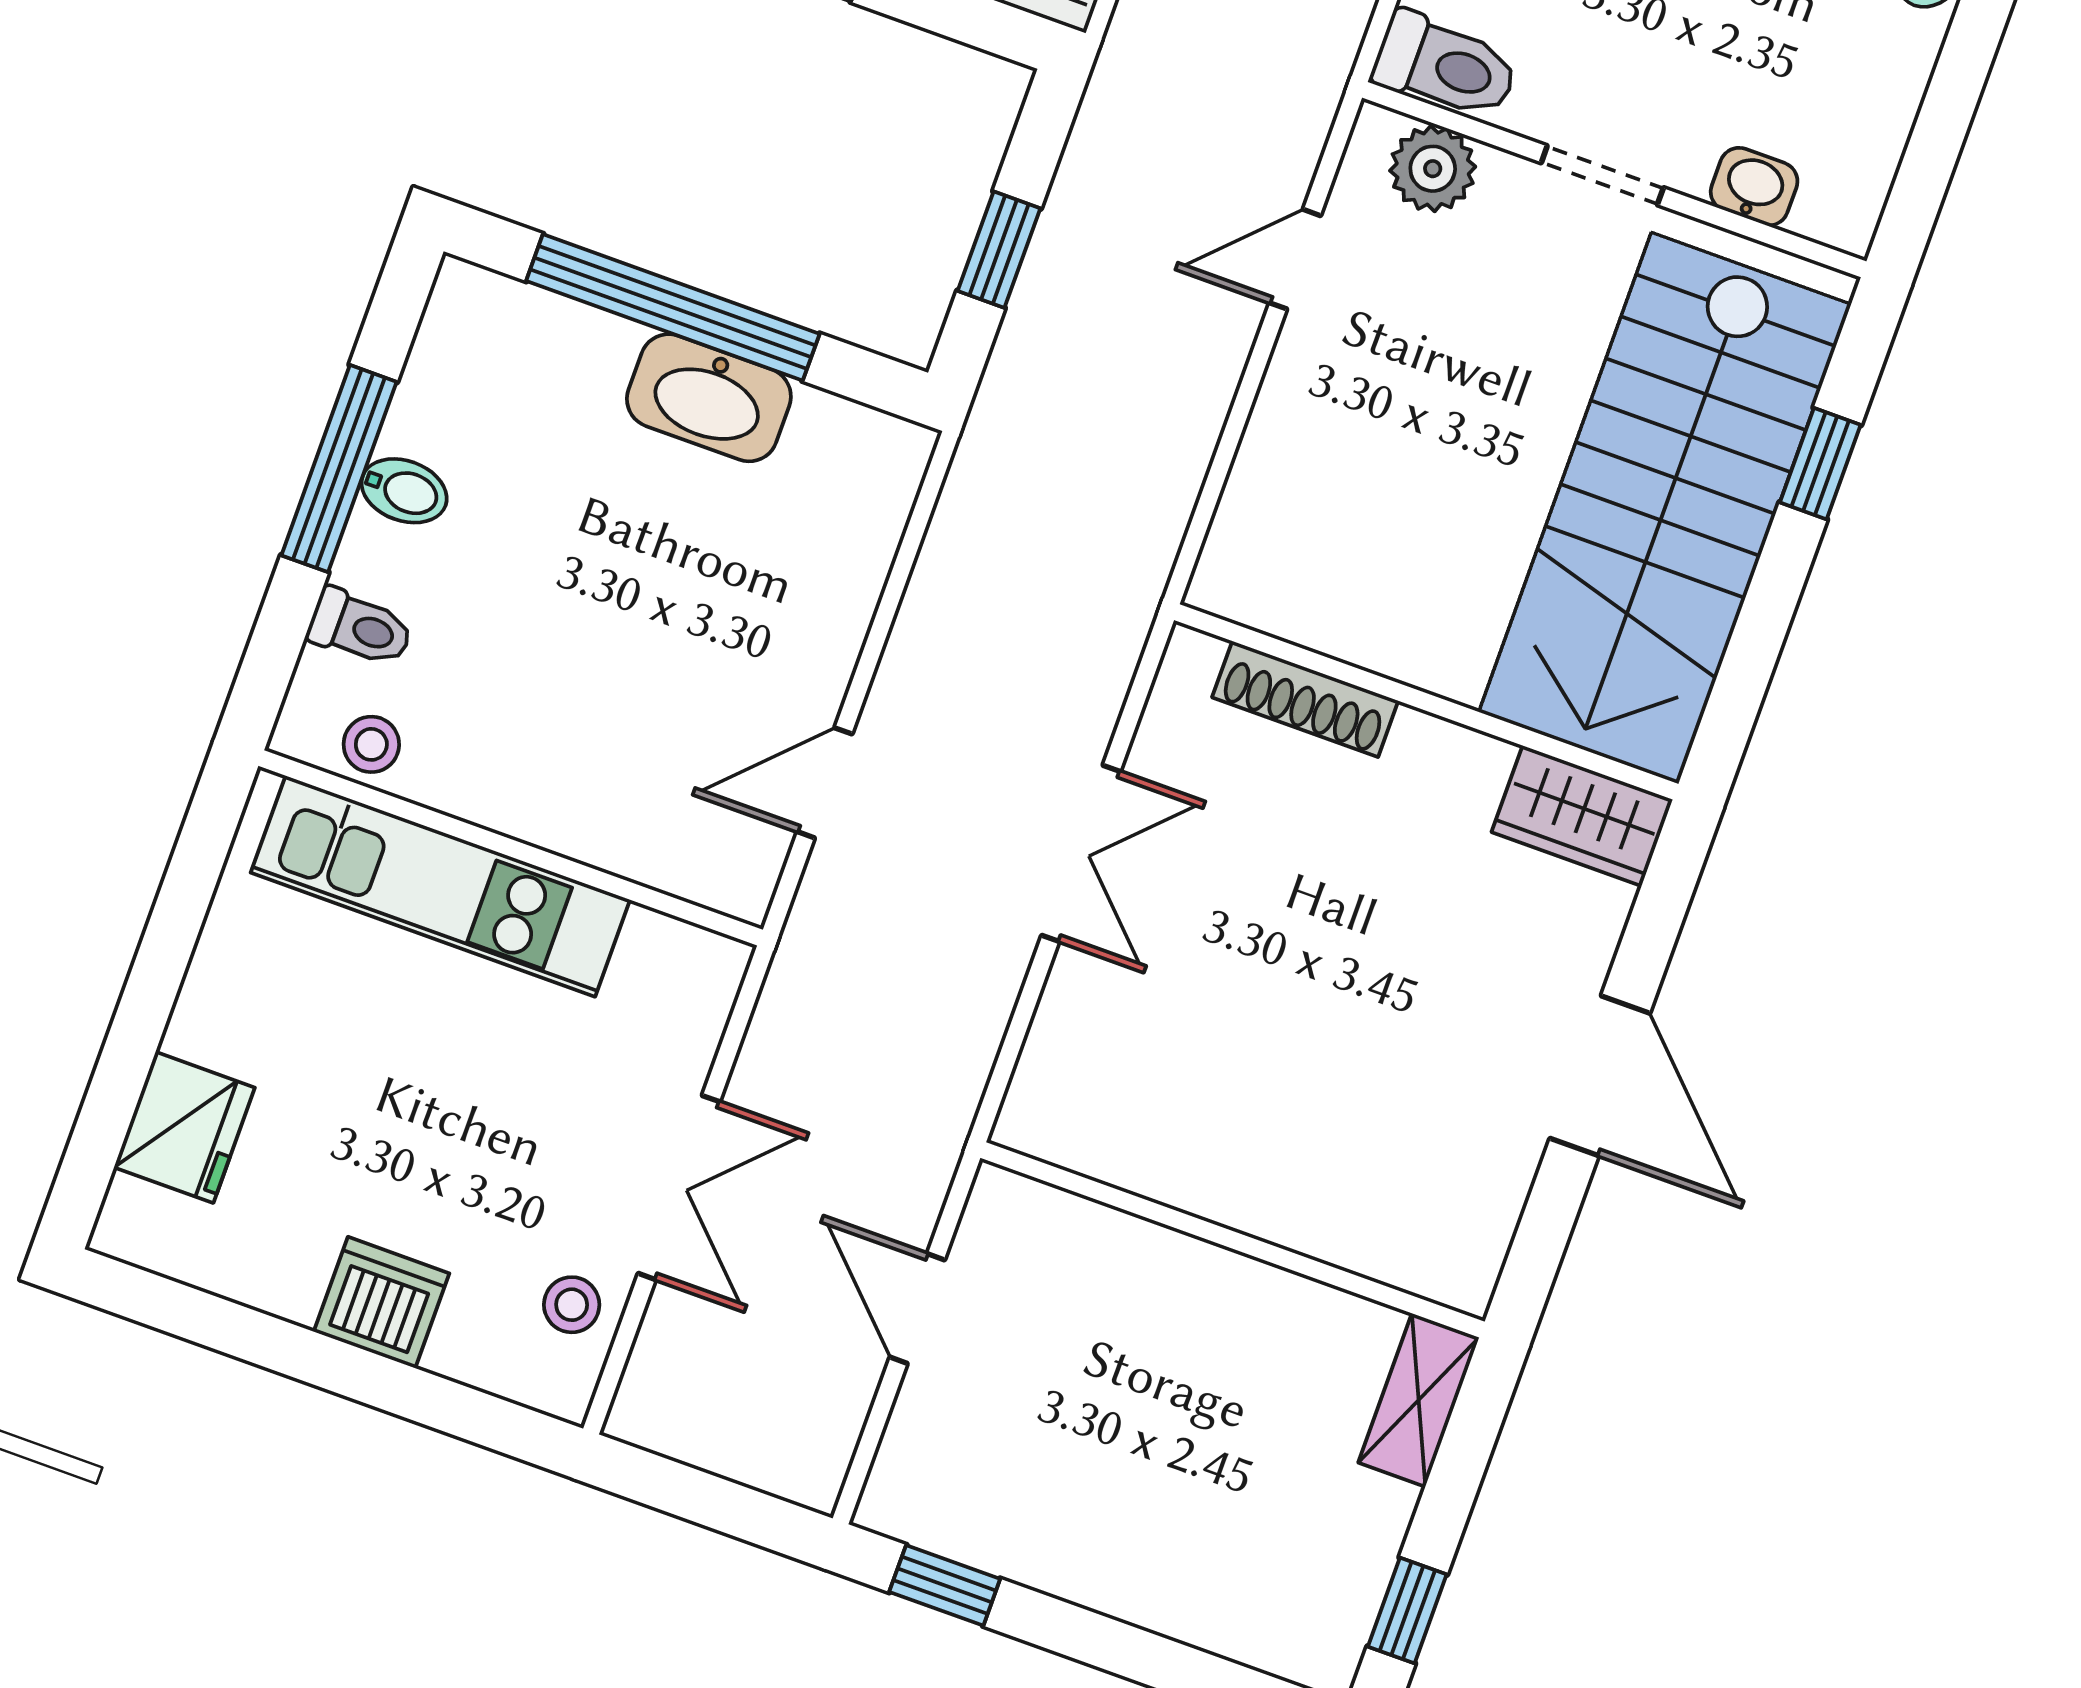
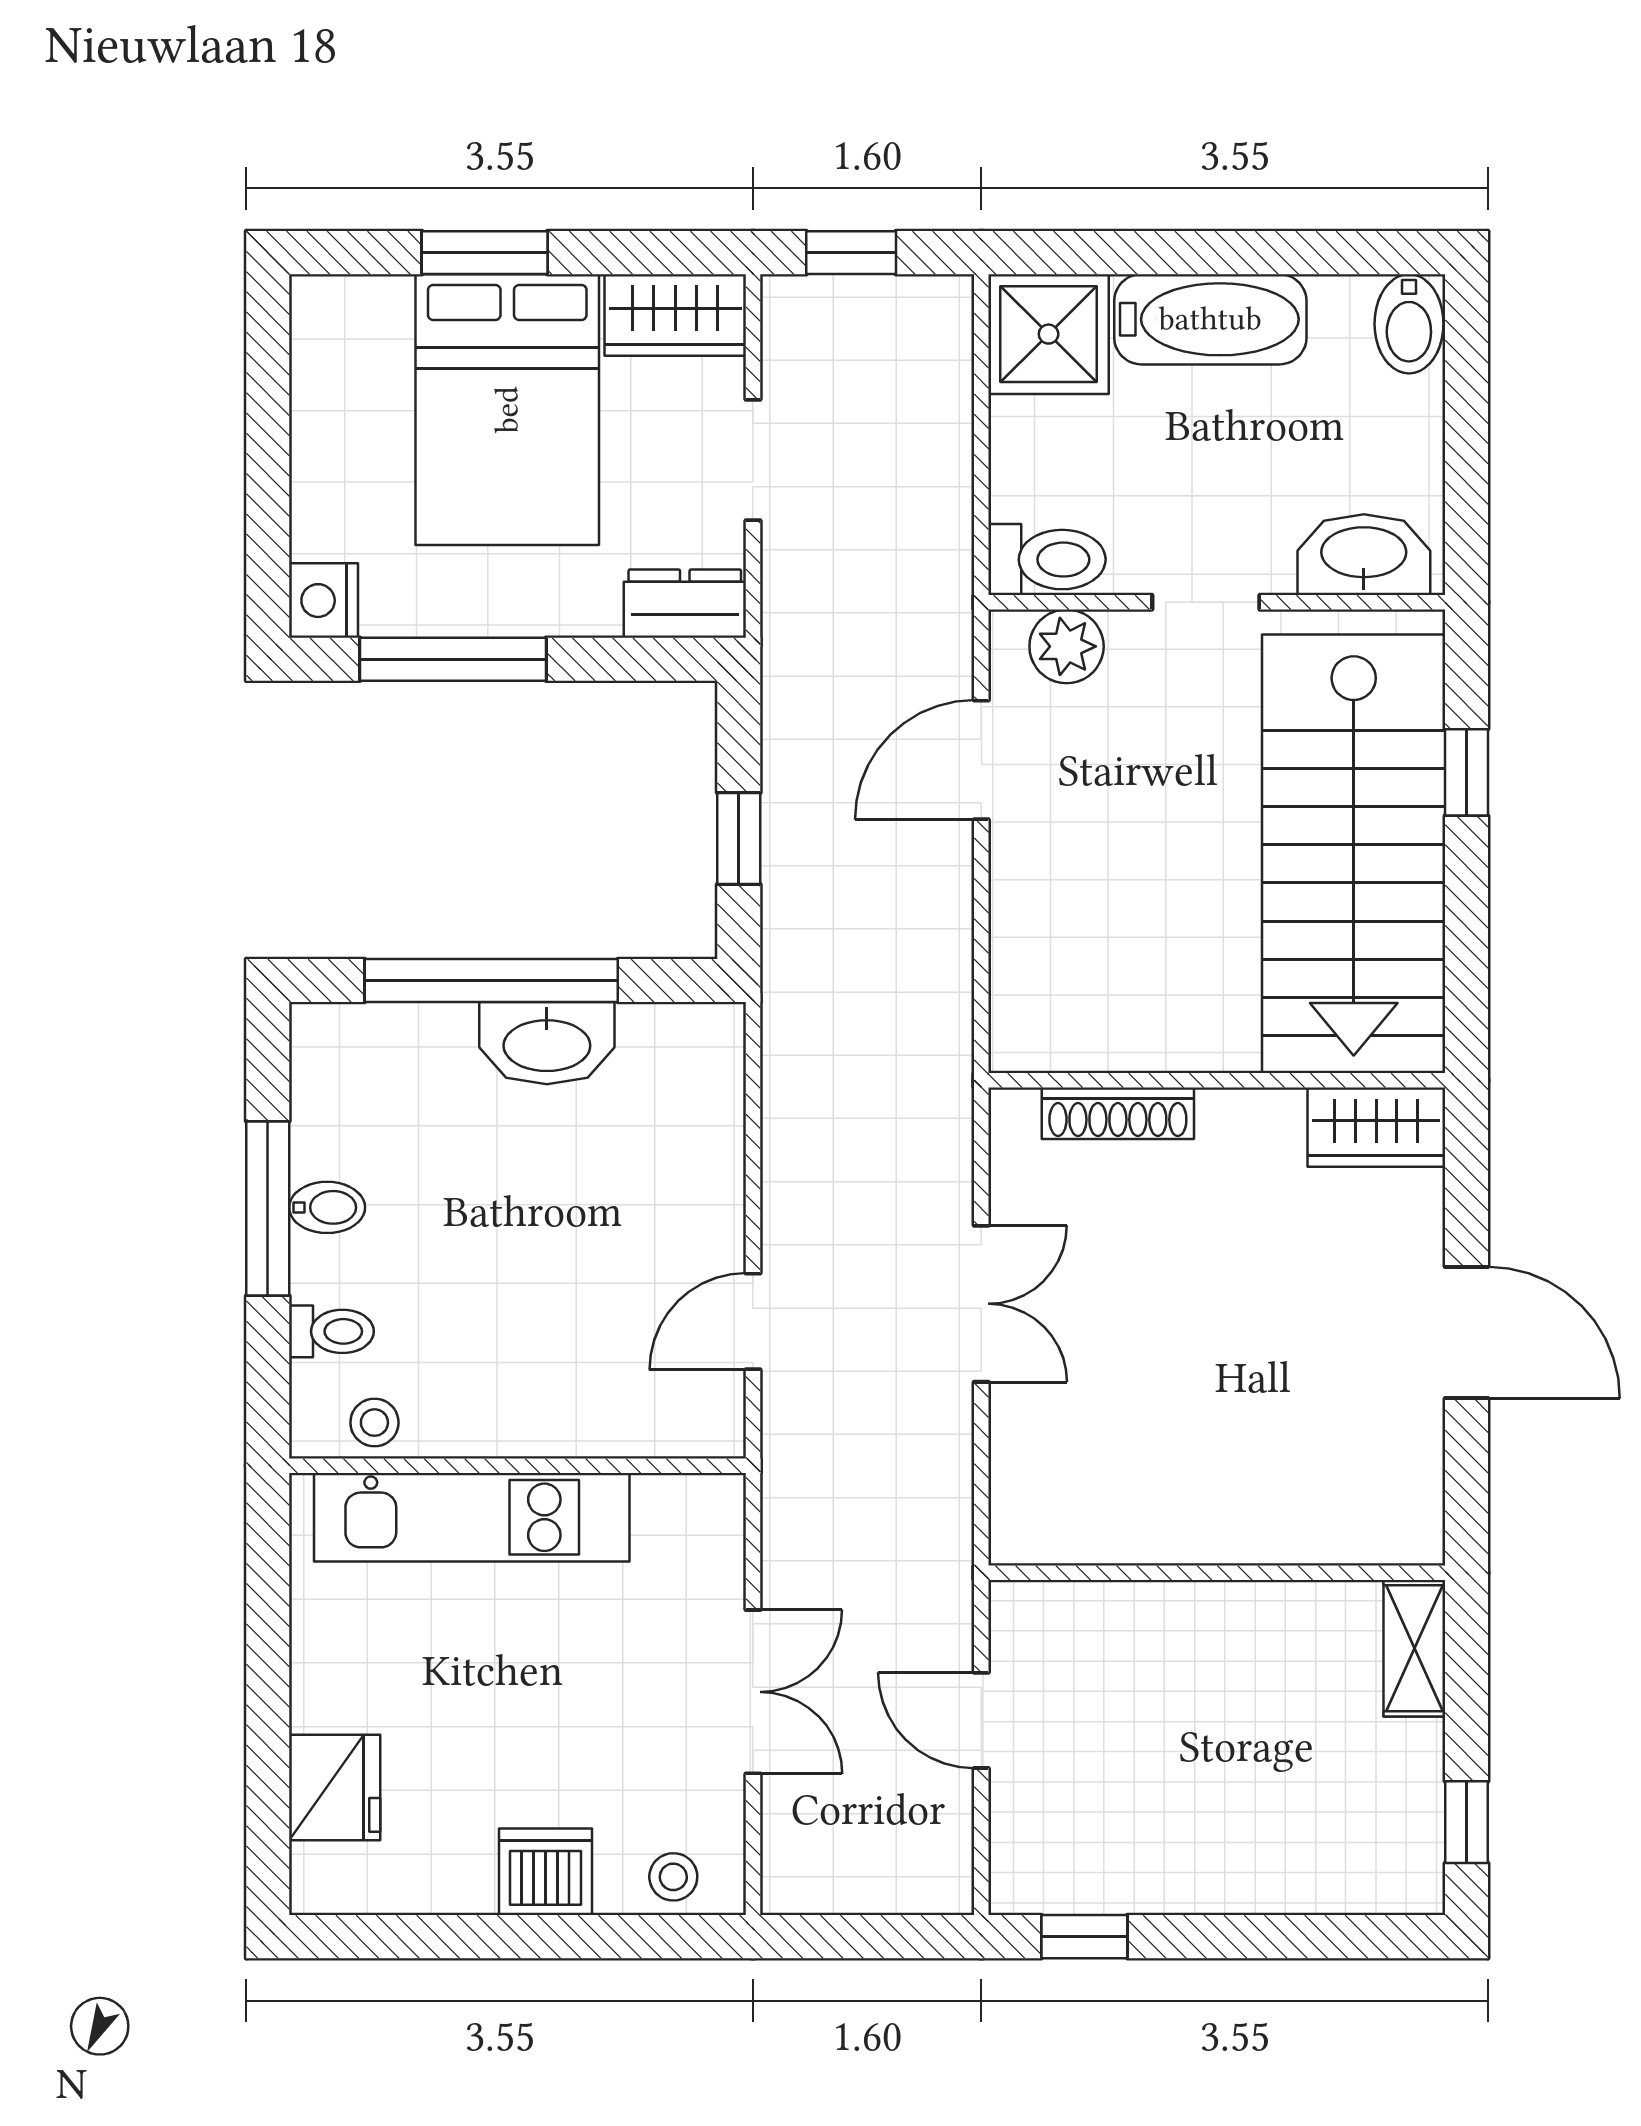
washbasin: (1754, 187) -> (1364, 555), width x1.91, depth x1.45
door: (1295, 259) -> (981, 760), width x1.38
stool: (572, 1305) -> (673, 1877), moved

